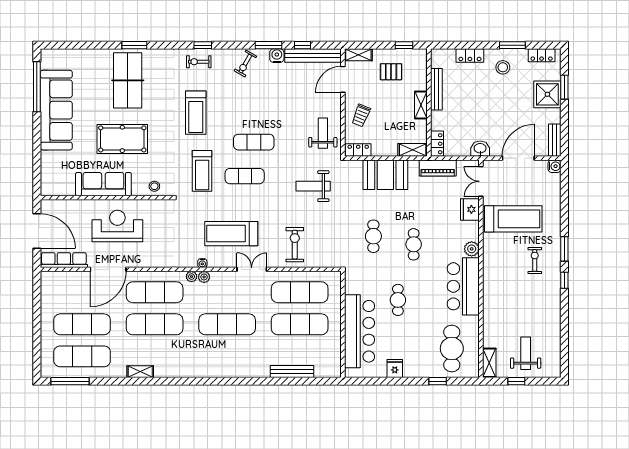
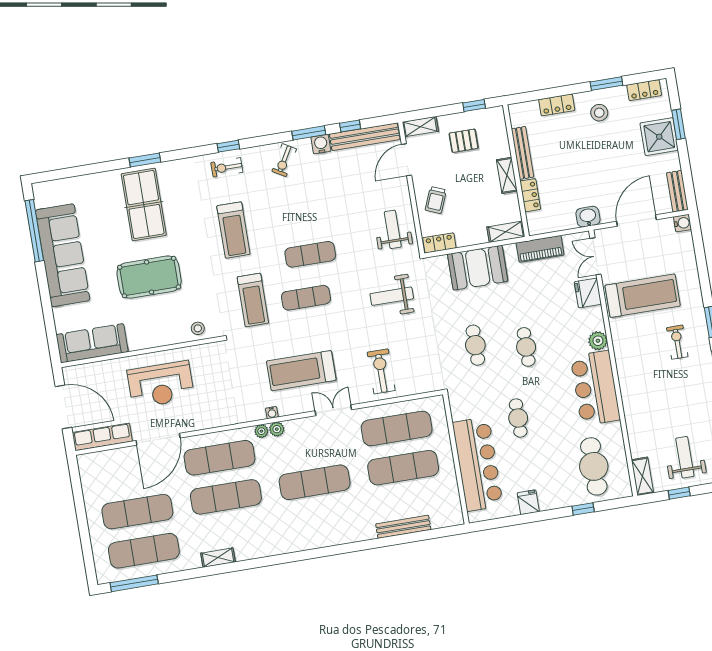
locker: (437, 144) -> (530, 195), moved
sofa: (103, 184) -> (92, 343), moved
reception desk: (117, 226) -> (161, 384), turned 180

